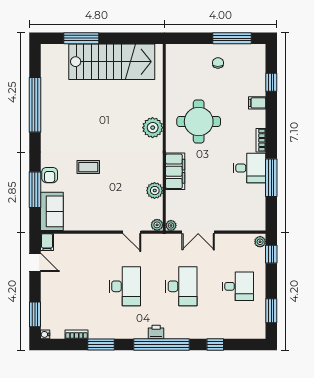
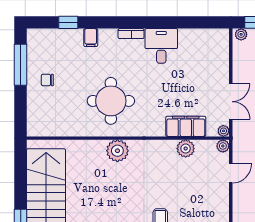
filing cabinet: (175, 171) -> (186, 126), moved
window: (271, 178) -> (172, 22), removed

